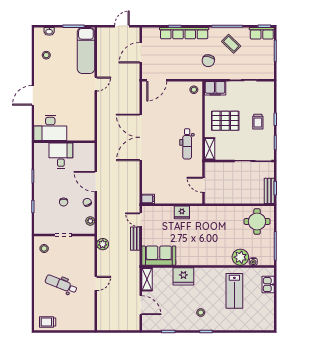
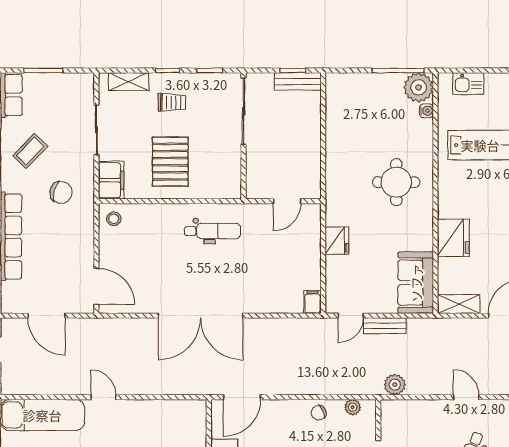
shelving: (210, 149) -> (129, 82), moved
door: (96, 182) -> (242, 397), moved
round table: (257, 221) -> (396, 182), moved
plant: (240, 257) -> (419, 87), moved

